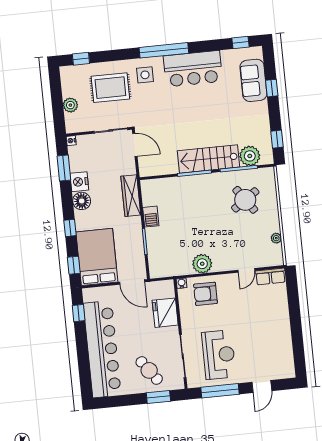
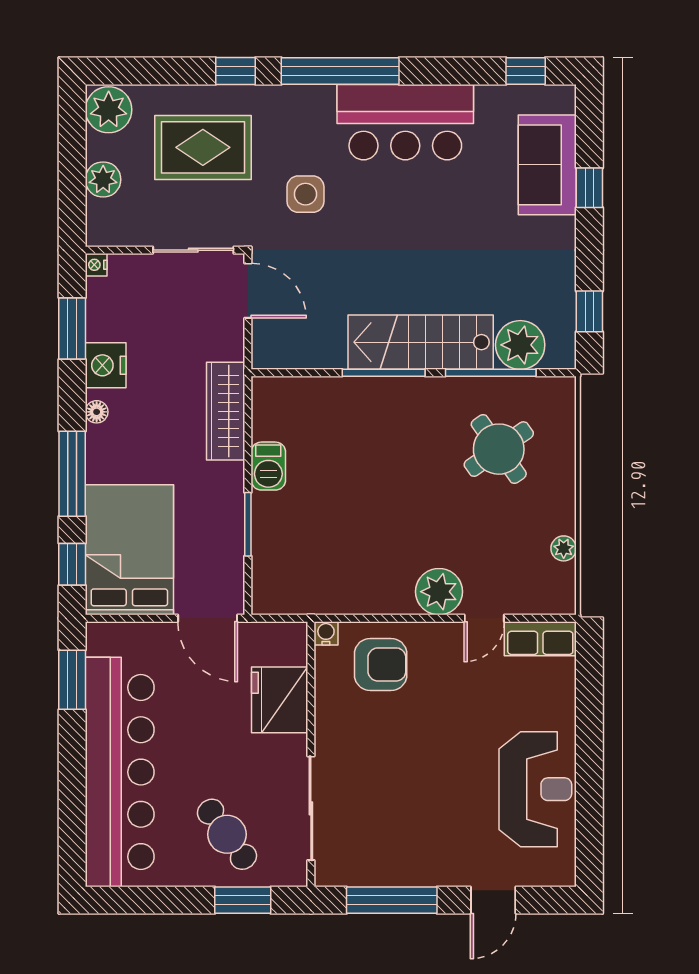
window: (81, 59) -> (236, 71), moved
side table: (145, 75) -> (305, 194), moved
plant: (70, 76) -> (109, 110), added
floor lamp: (82, 201) -> (97, 412), width x0.53, depth x0.53
window: (70, 228) -> (72, 474), width x2.17
plant: (202, 264) -> (439, 592), moved
armchair: (205, 294) -> (381, 664), turned 180
window: (79, 313) -> (72, 680), width x1.50
reception desk: (219, 355) -> (535, 789), moved

